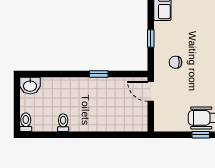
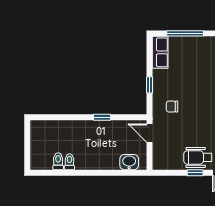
washbasin: (30, 86) -> (129, 162), moved, turned 180
toilet: (26, 122) -> (58, 161), moved

